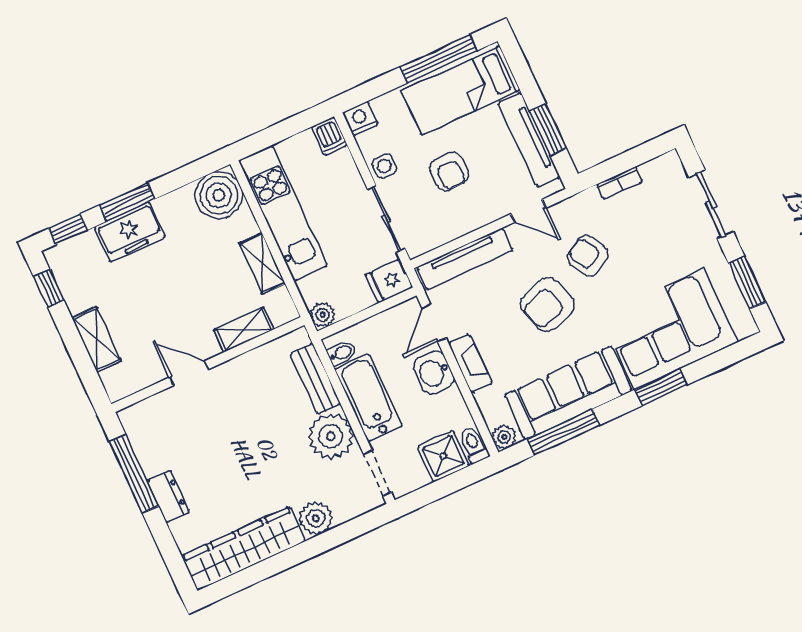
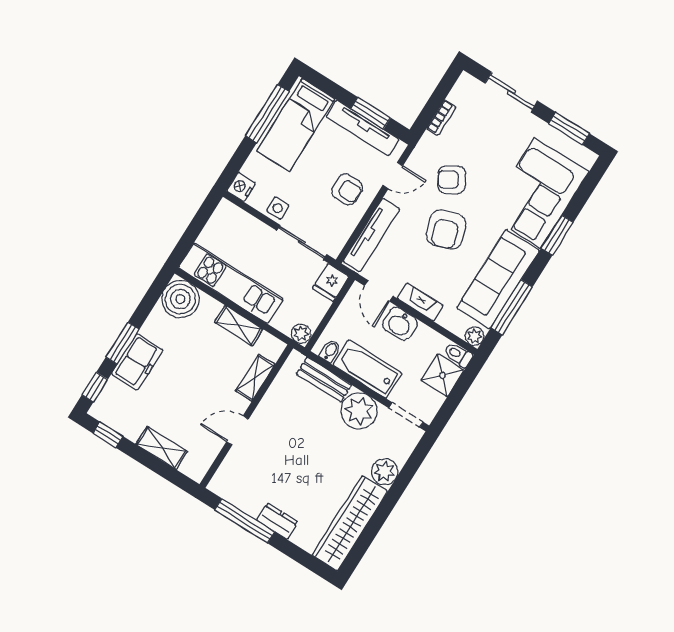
dishwasher: (330, 136) -> (228, 212), removed
armchair: (449, 171) -> (347, 189), moved

